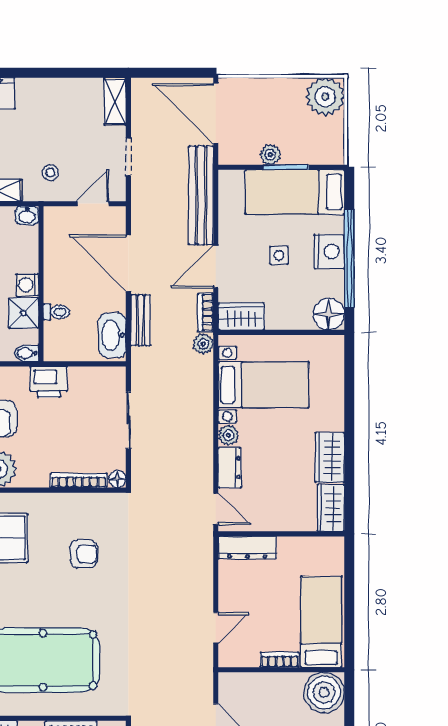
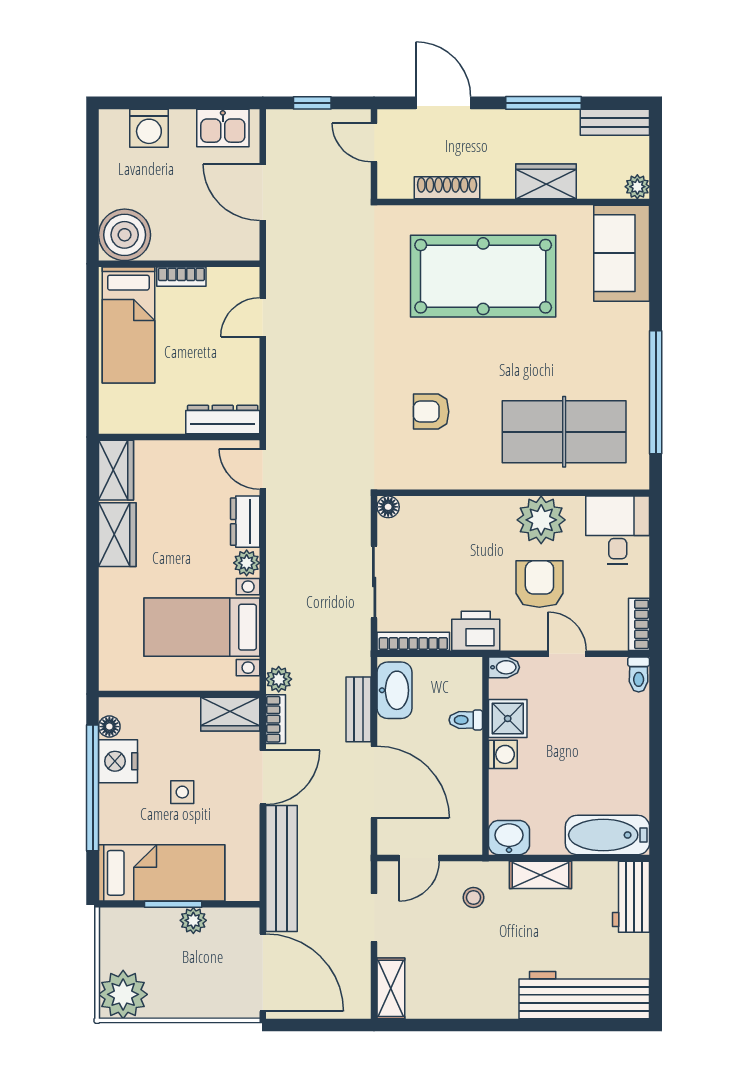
washbasin: (27, 216) -> (509, 838), width x1.38, depth x1.45
nightstand: (329, 252) -> (118, 761), moved
floor lamp: (329, 314) -> (109, 727), width x0.53, depth x0.53
bookcase: (79, 480) -> (413, 641), moved, turned 180

